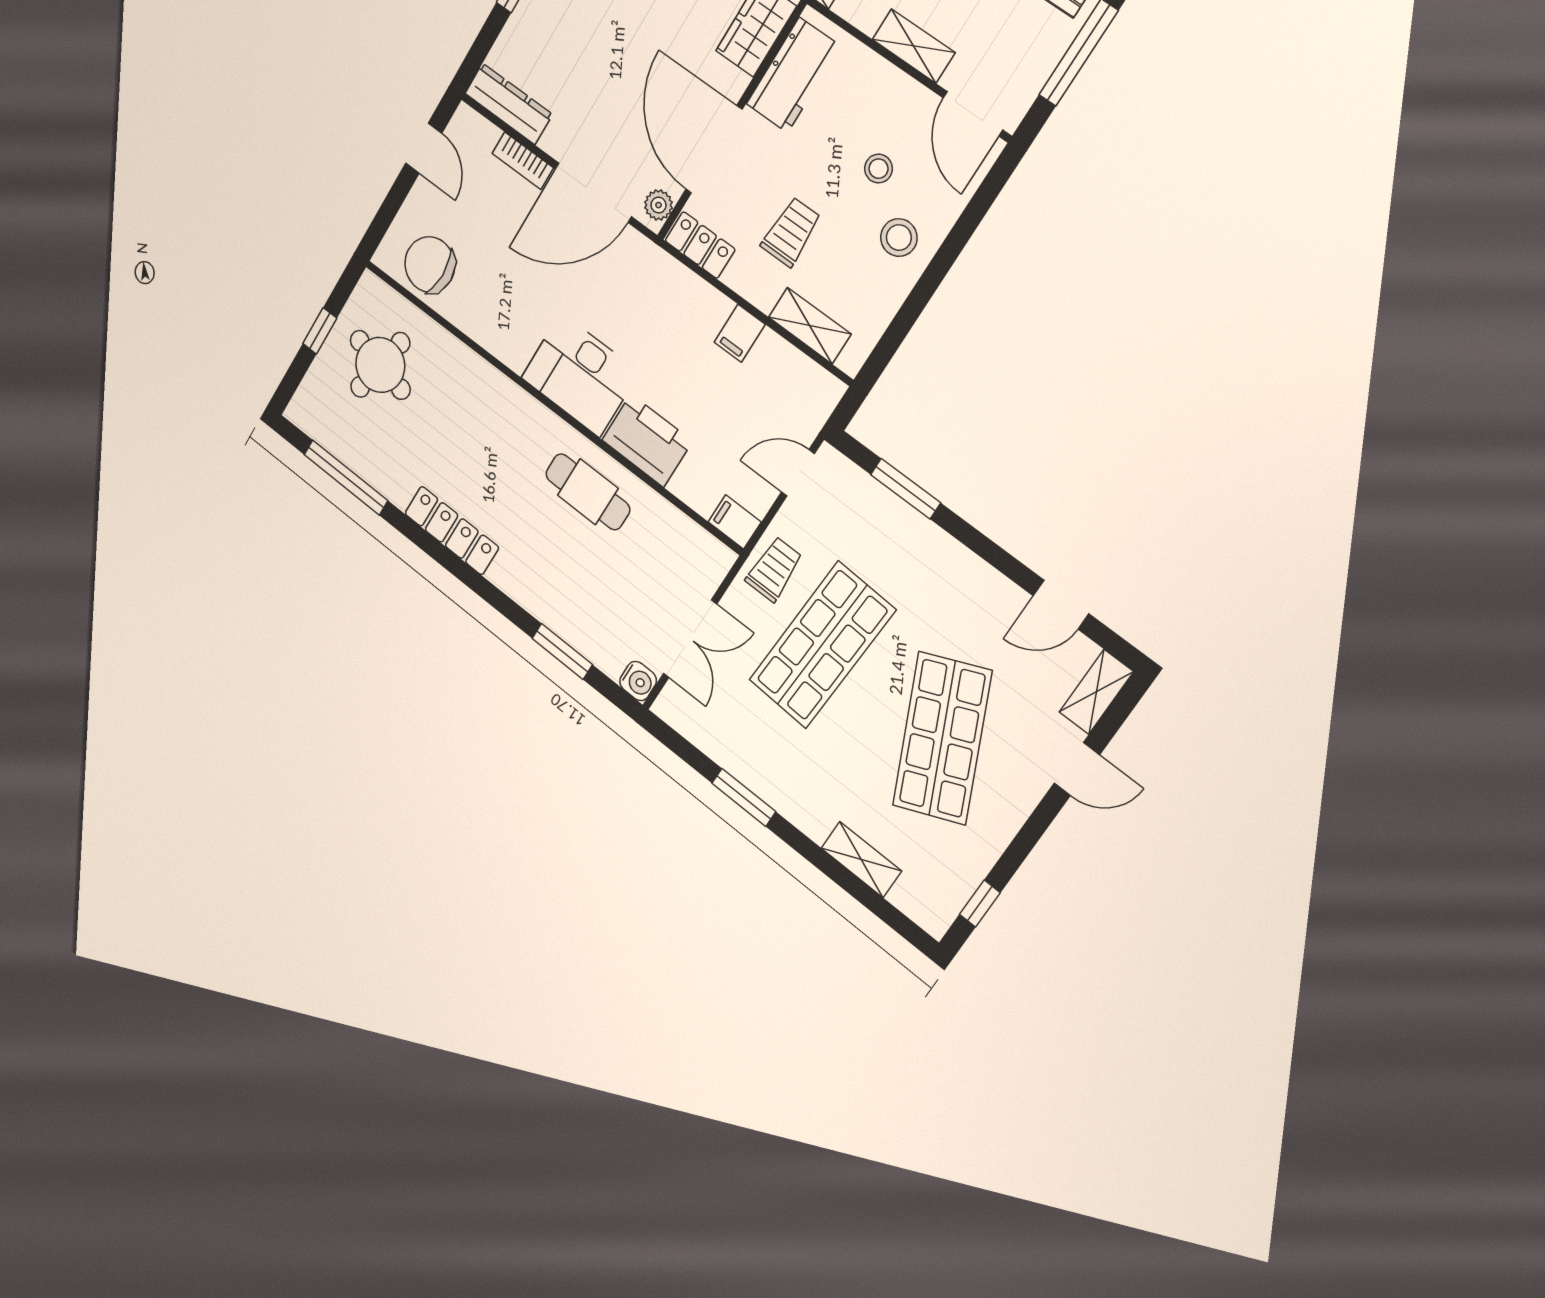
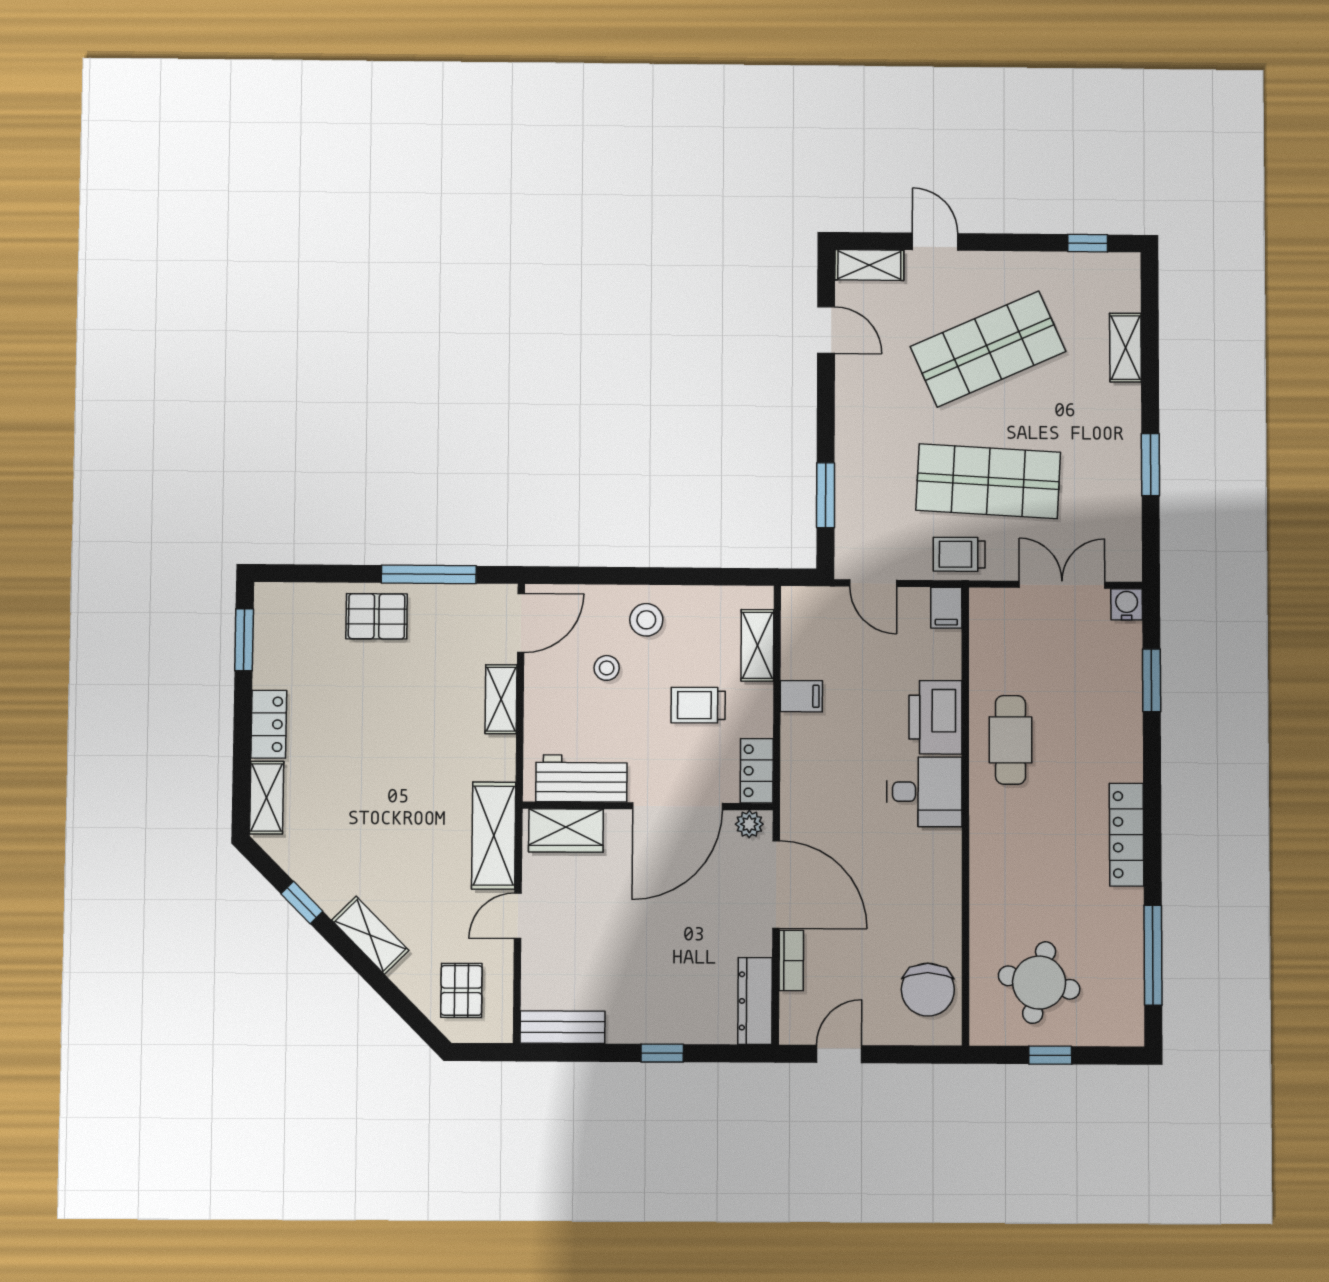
desk: (580, 375) -> (924, 792), width x0.73

